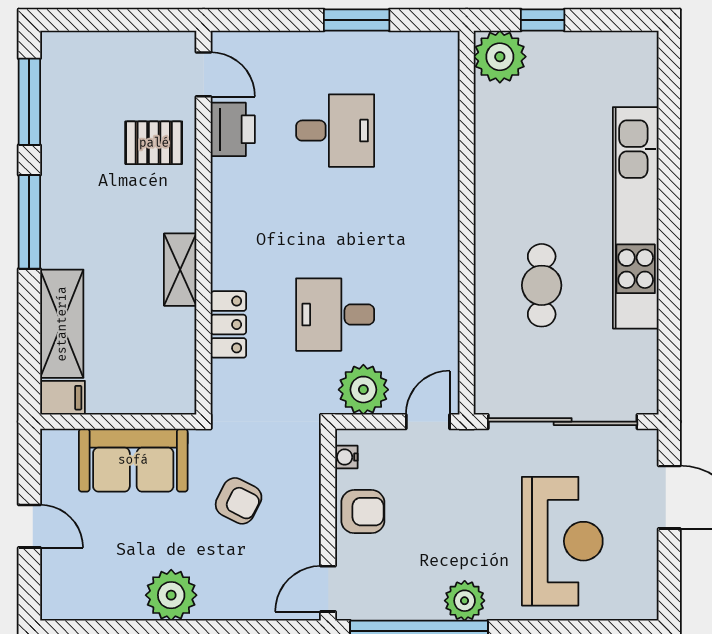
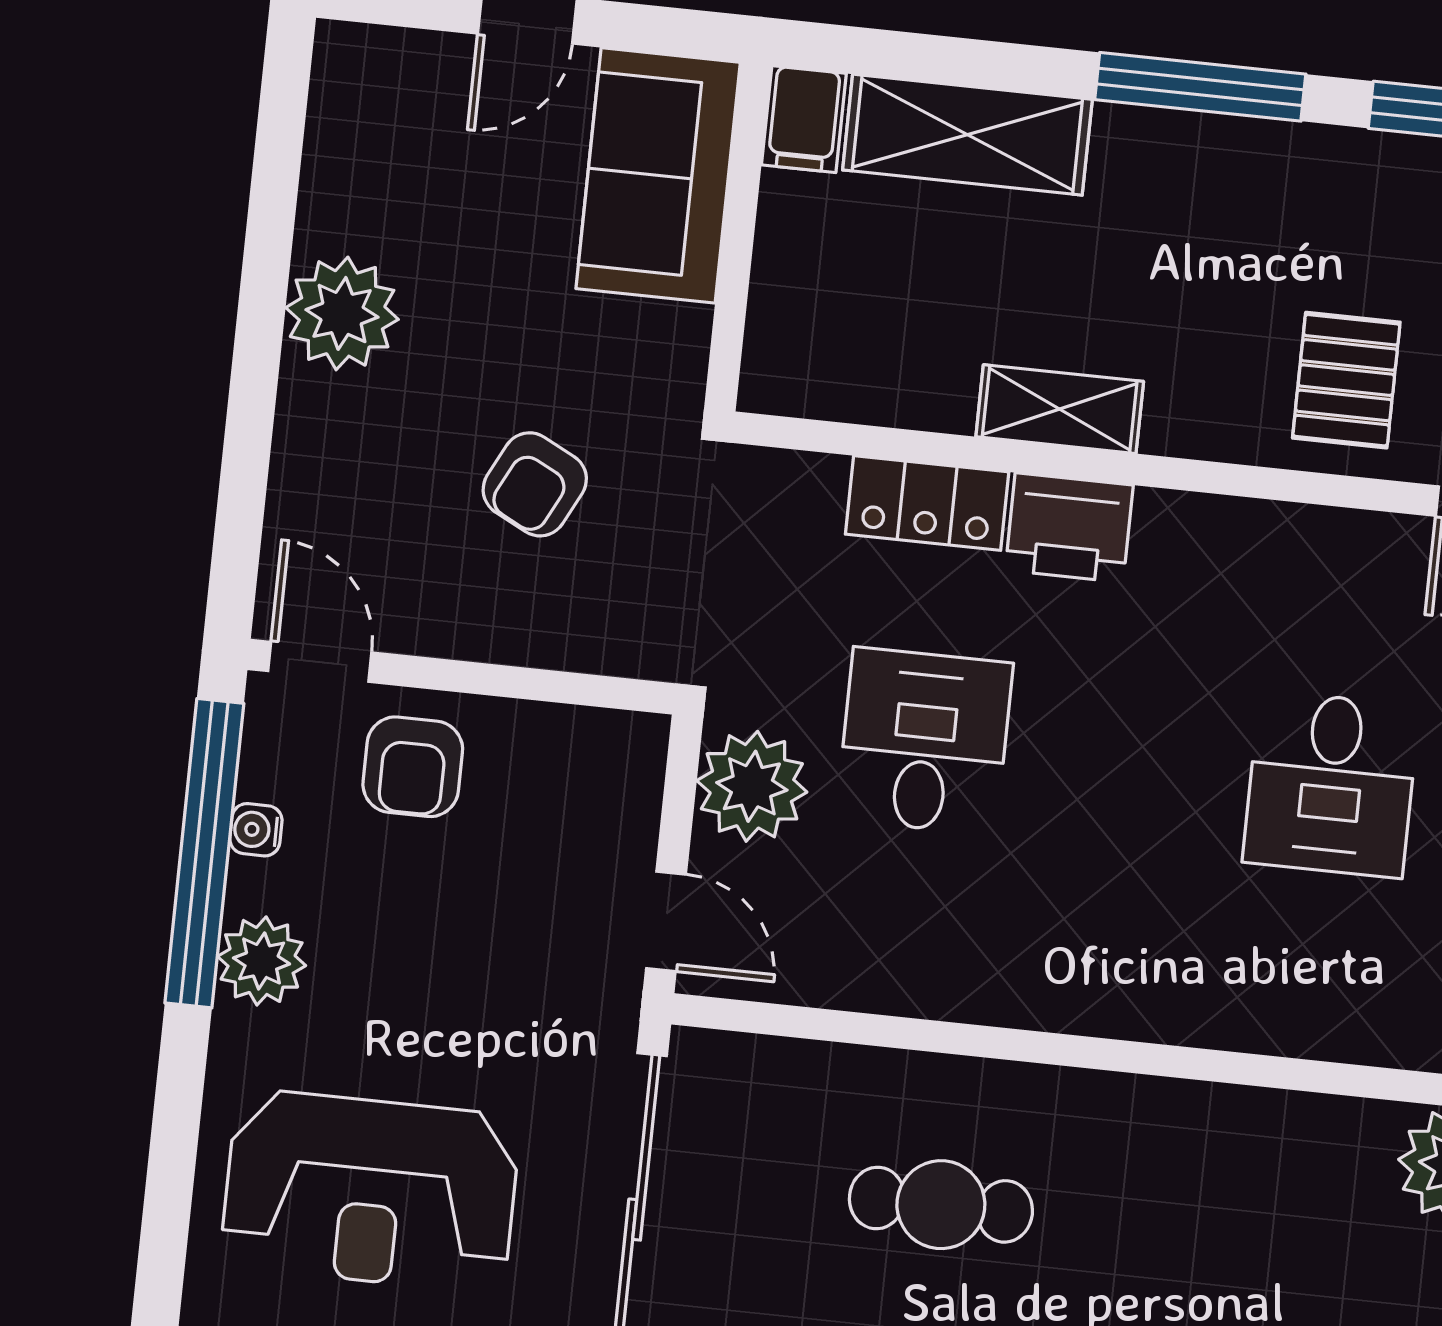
printer: (233, 129) -> (1069, 528), moved
water cooler: (346, 457) -> (256, 830), moved, turned -90
sofa: (133, 460) -> (658, 175), moved
armchair: (363, 512) -> (413, 767), moved

